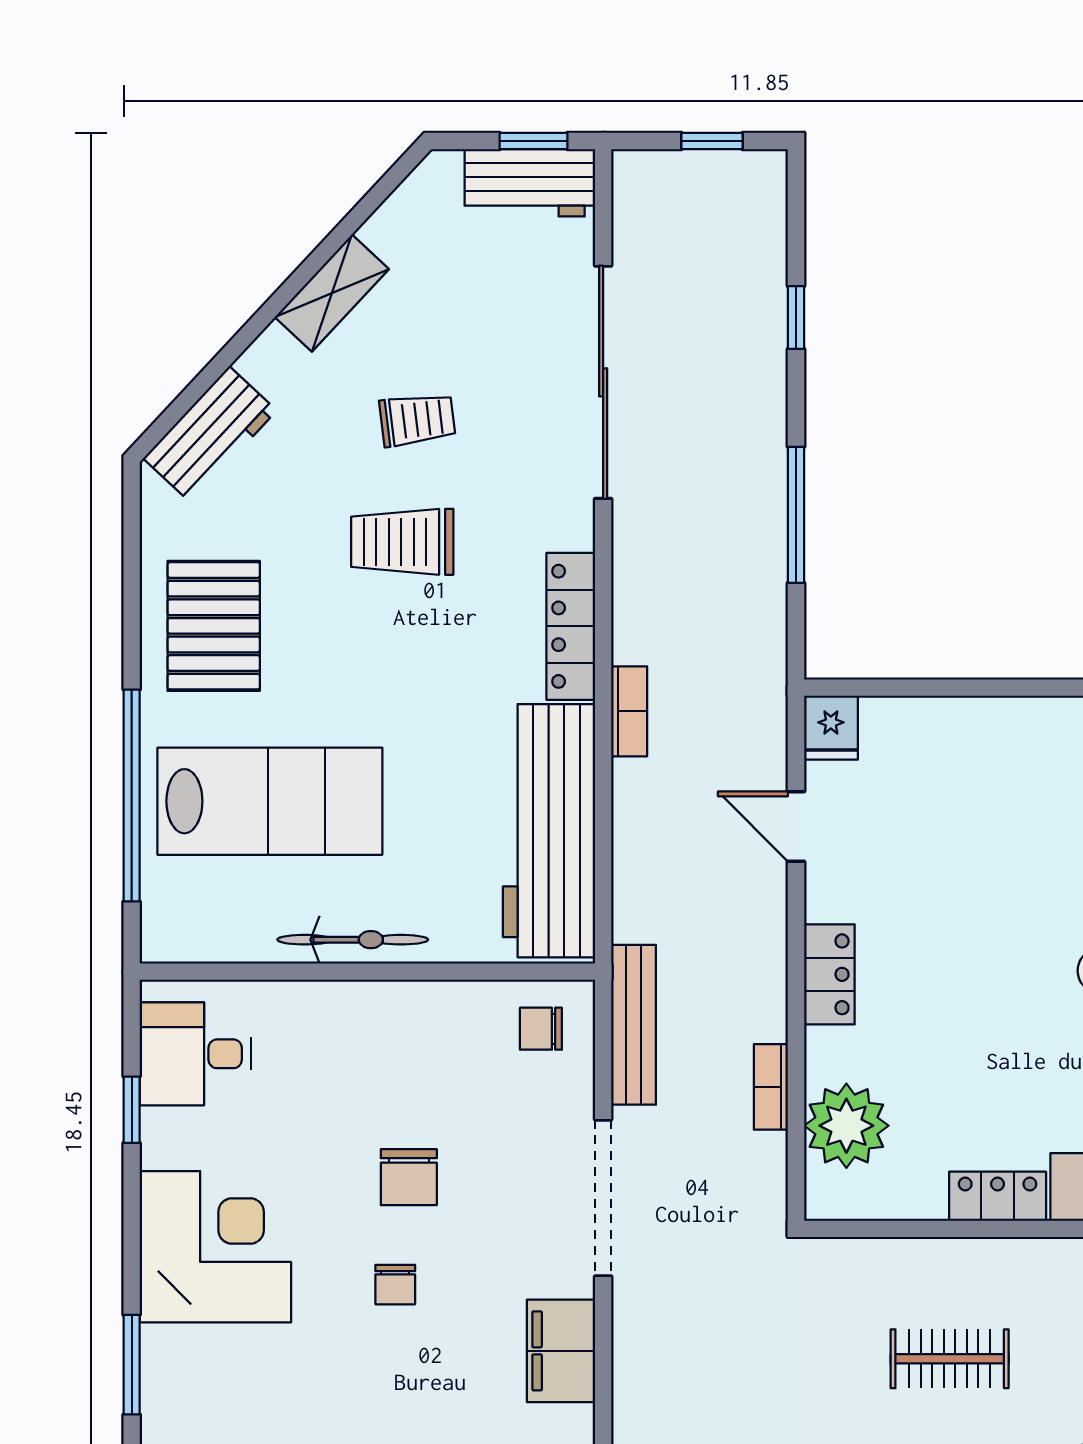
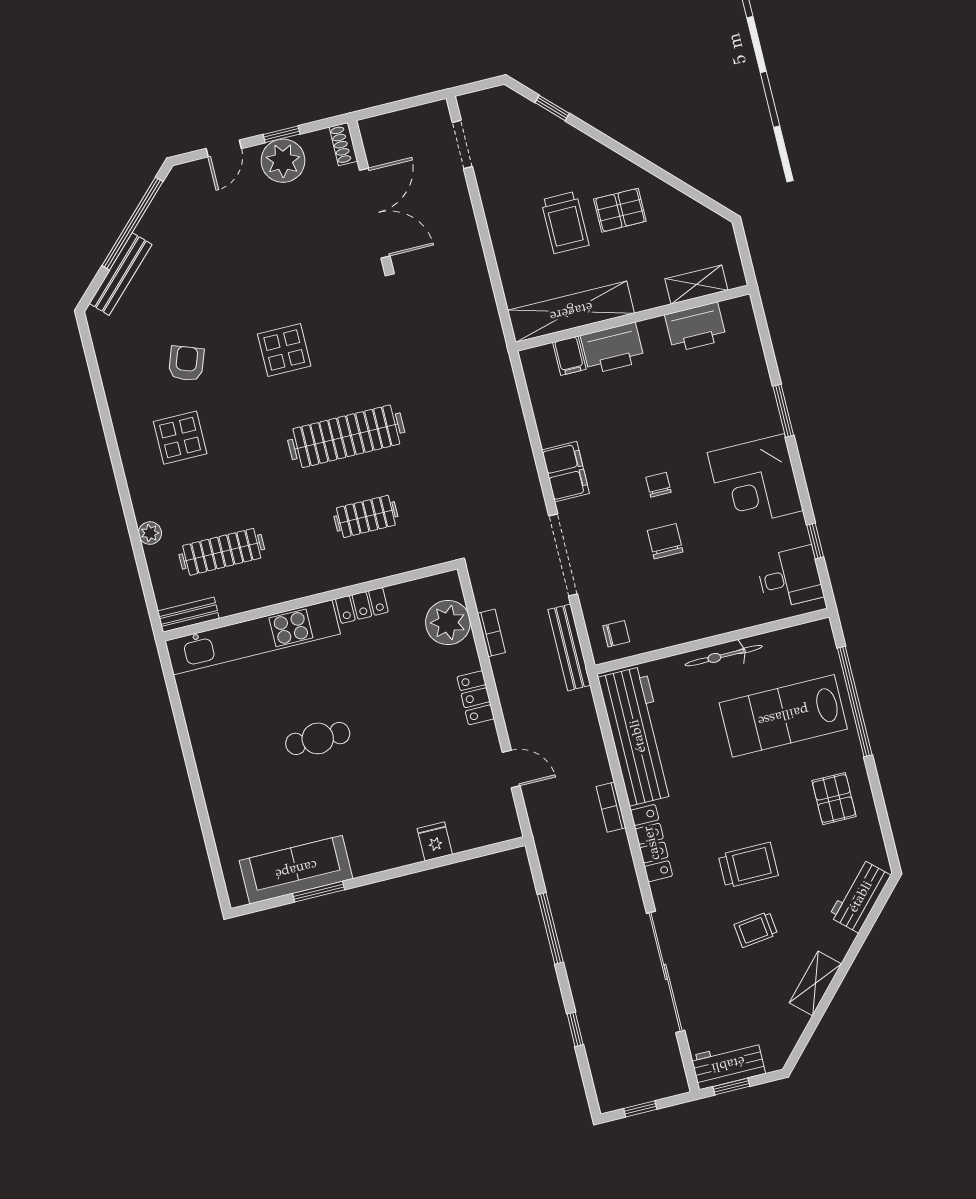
pallet: (214, 626) -> (834, 799), width x0.67, depth x0.71
fridge: (831, 728) -> (435, 841), moved

